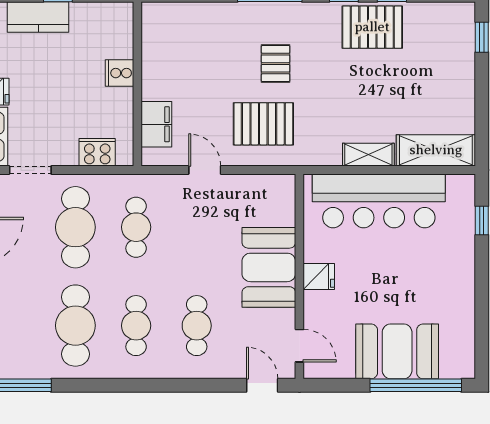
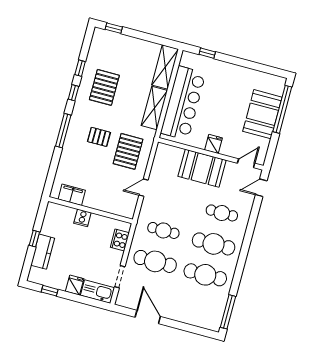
pallet: (372, 27) -> (104, 87), moved
filing cabinet: (156, 124) -> (72, 195), moved
shelving: (368, 155) -> (154, 108), width x1.50, depth x1.33
cafe table: (136, 326) -> (214, 244), width x1.37, depth x1.35

